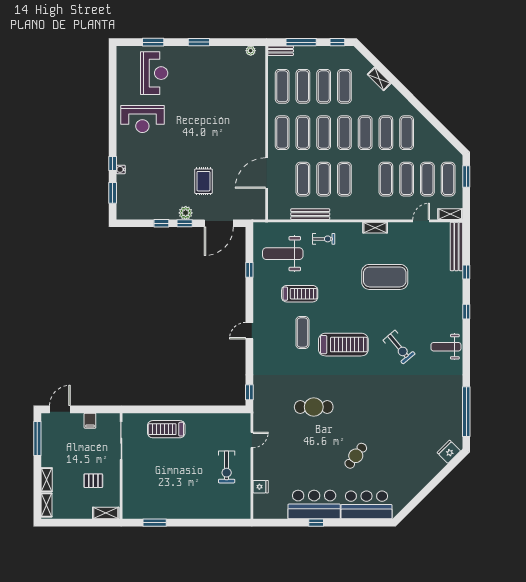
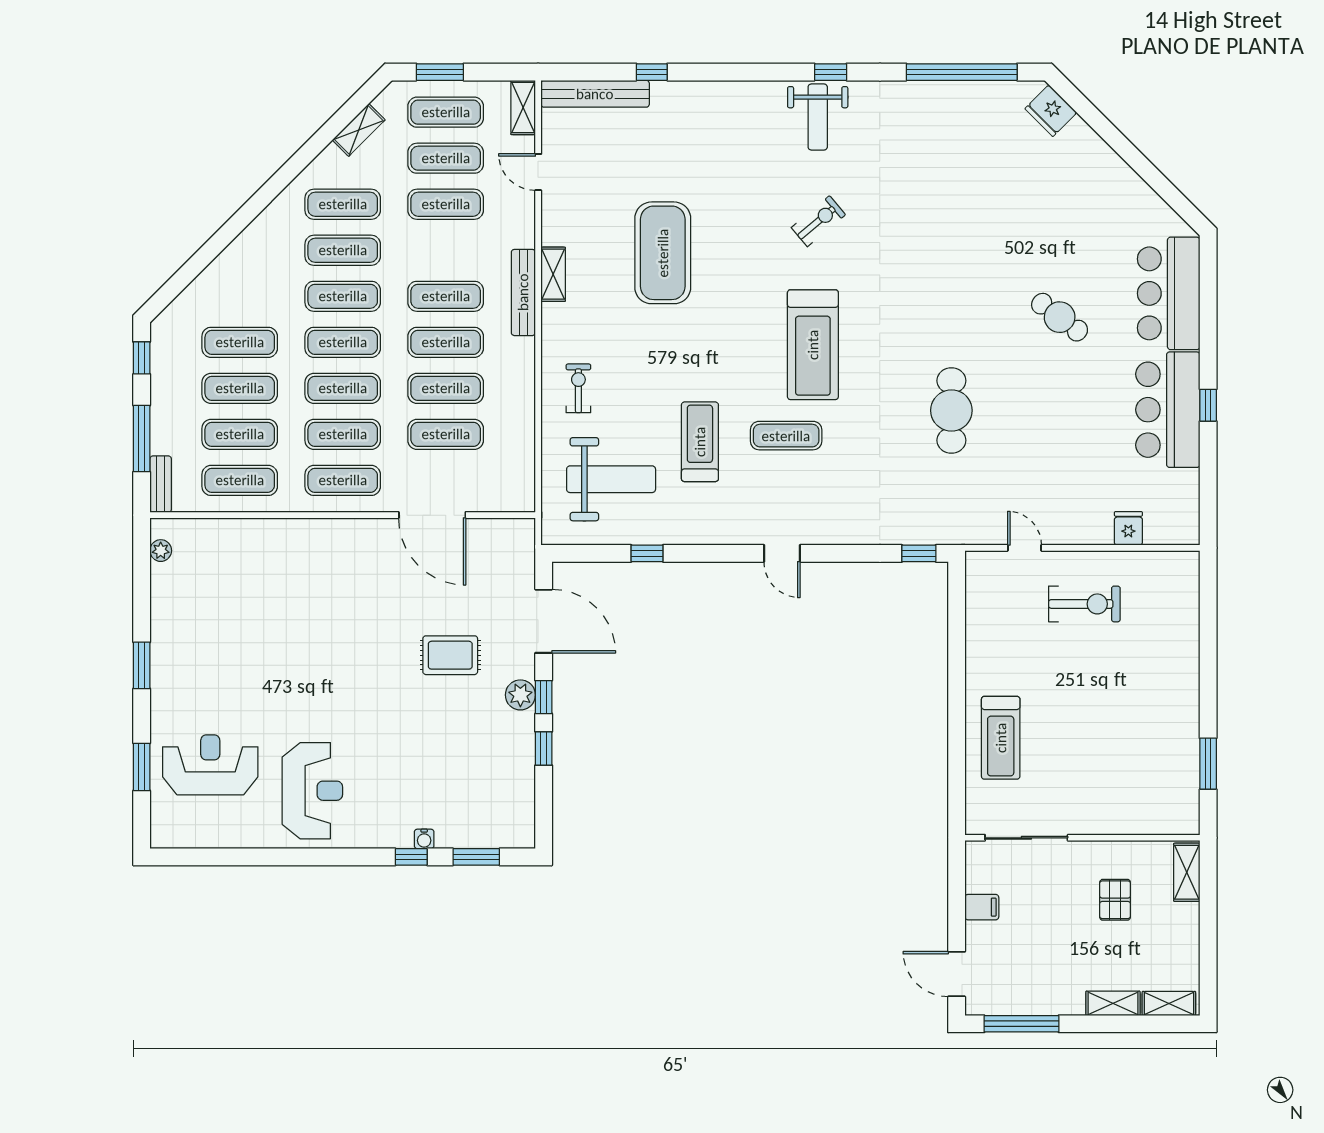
shelving: (379, 79) -> (359, 130), moved
exercise mat: (386, 179) -> (446, 296), moved
bench: (310, 214) -> (523, 292), moved
weight bench: (283, 254) -> (611, 479), turned -90
window: (466, 312) -> (831, 72), moved
treadmill: (343, 345) -> (813, 345), turned 180
exercise bike: (399, 347) -> (818, 221), width x0.73, depth x0.72

